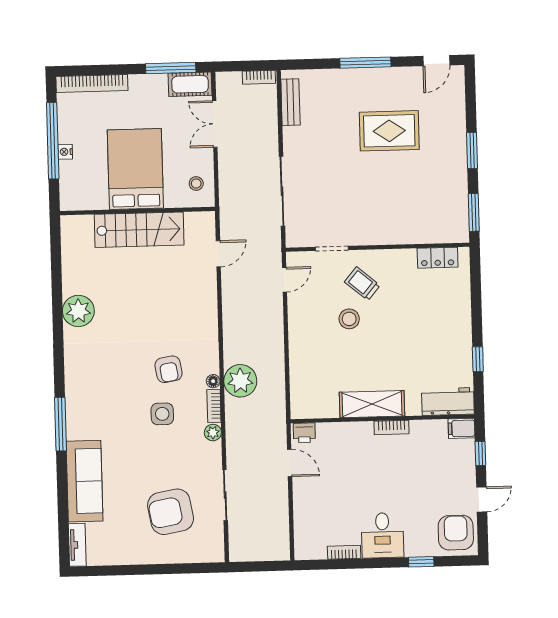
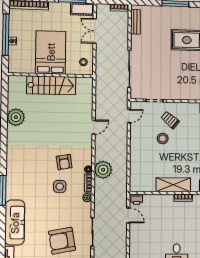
door: (218, 254) -> (94, 127), moved
plant: (78, 311) -> (16, 117), moved

